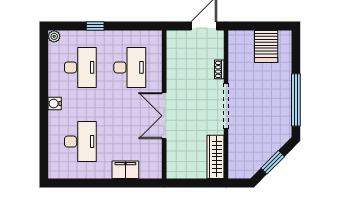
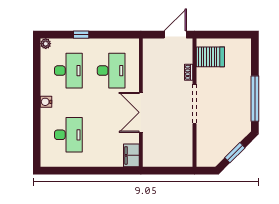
server rack: (266, 46) -> (210, 57), moved, turned -90
wardrobe: (215, 157) -> (185, 148), removed
filing cabinet: (125, 170) -> (131, 155), moved, turned -90

